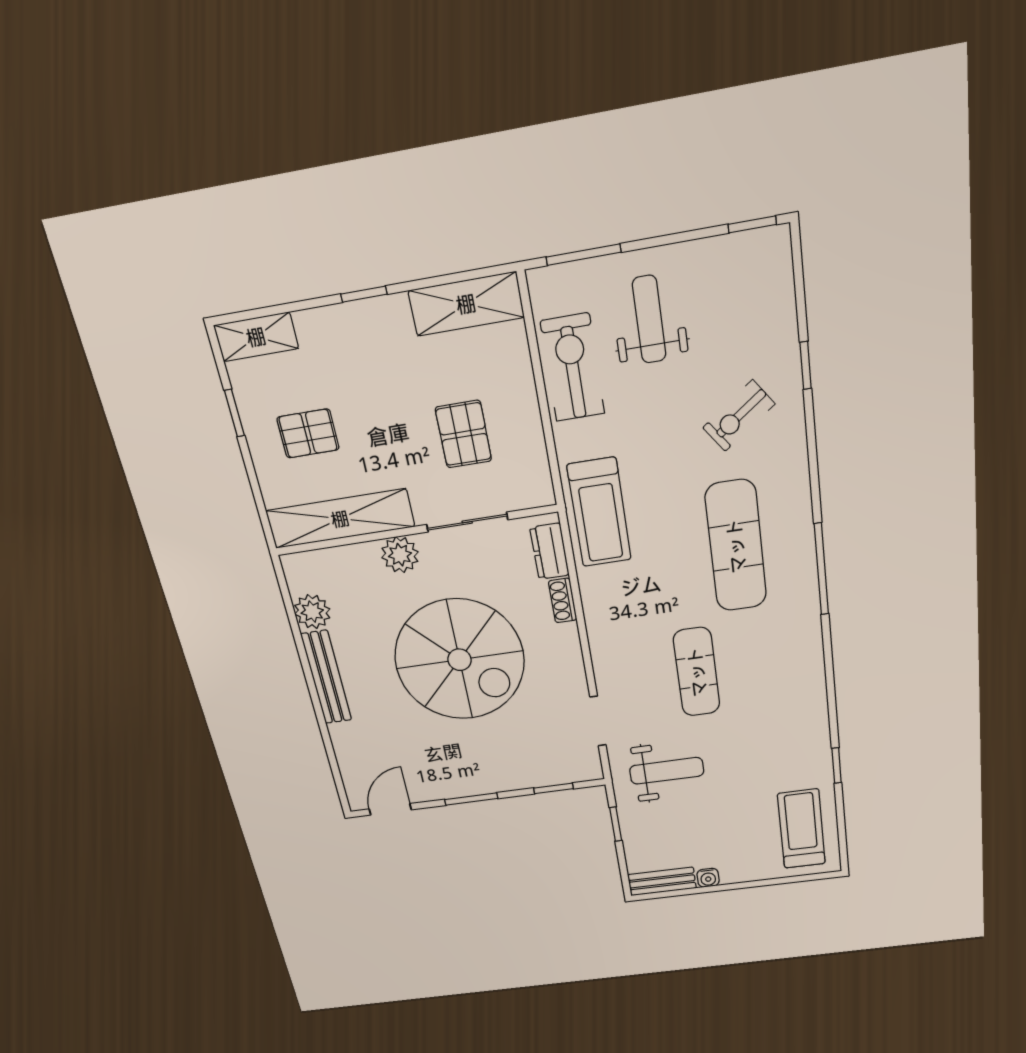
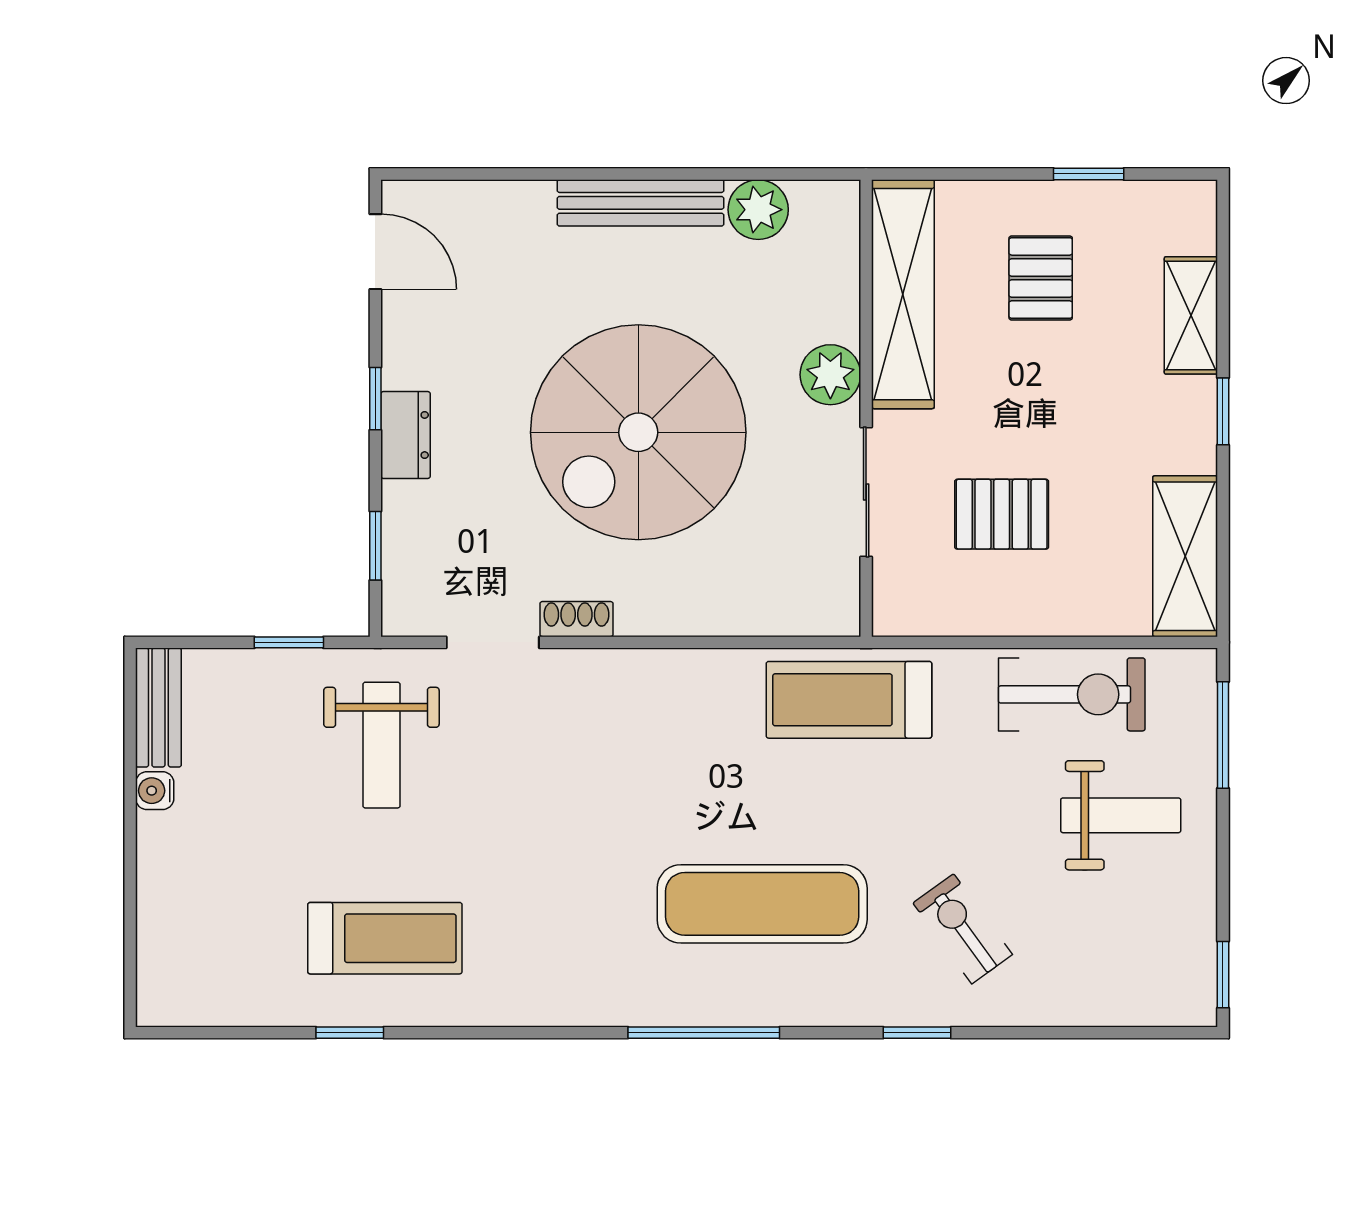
shelving: (256, 337) -> (1191, 315), moved
window: (805, 365) -> (917, 1033), moved
dresser: (550, 551) -> (406, 435), moved, turned 90
shoe rack: (563, 601) -> (576, 619), moved
exercise mat: (697, 672) -> (558, 818), removed
window: (471, 799) -> (375, 399), width x0.67
treadmill: (801, 829) -> (385, 938), moved

